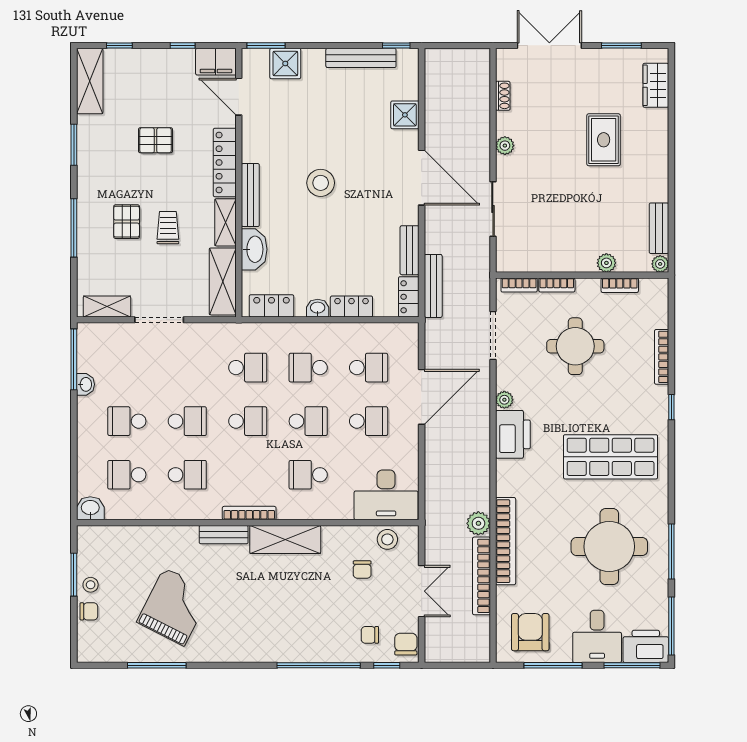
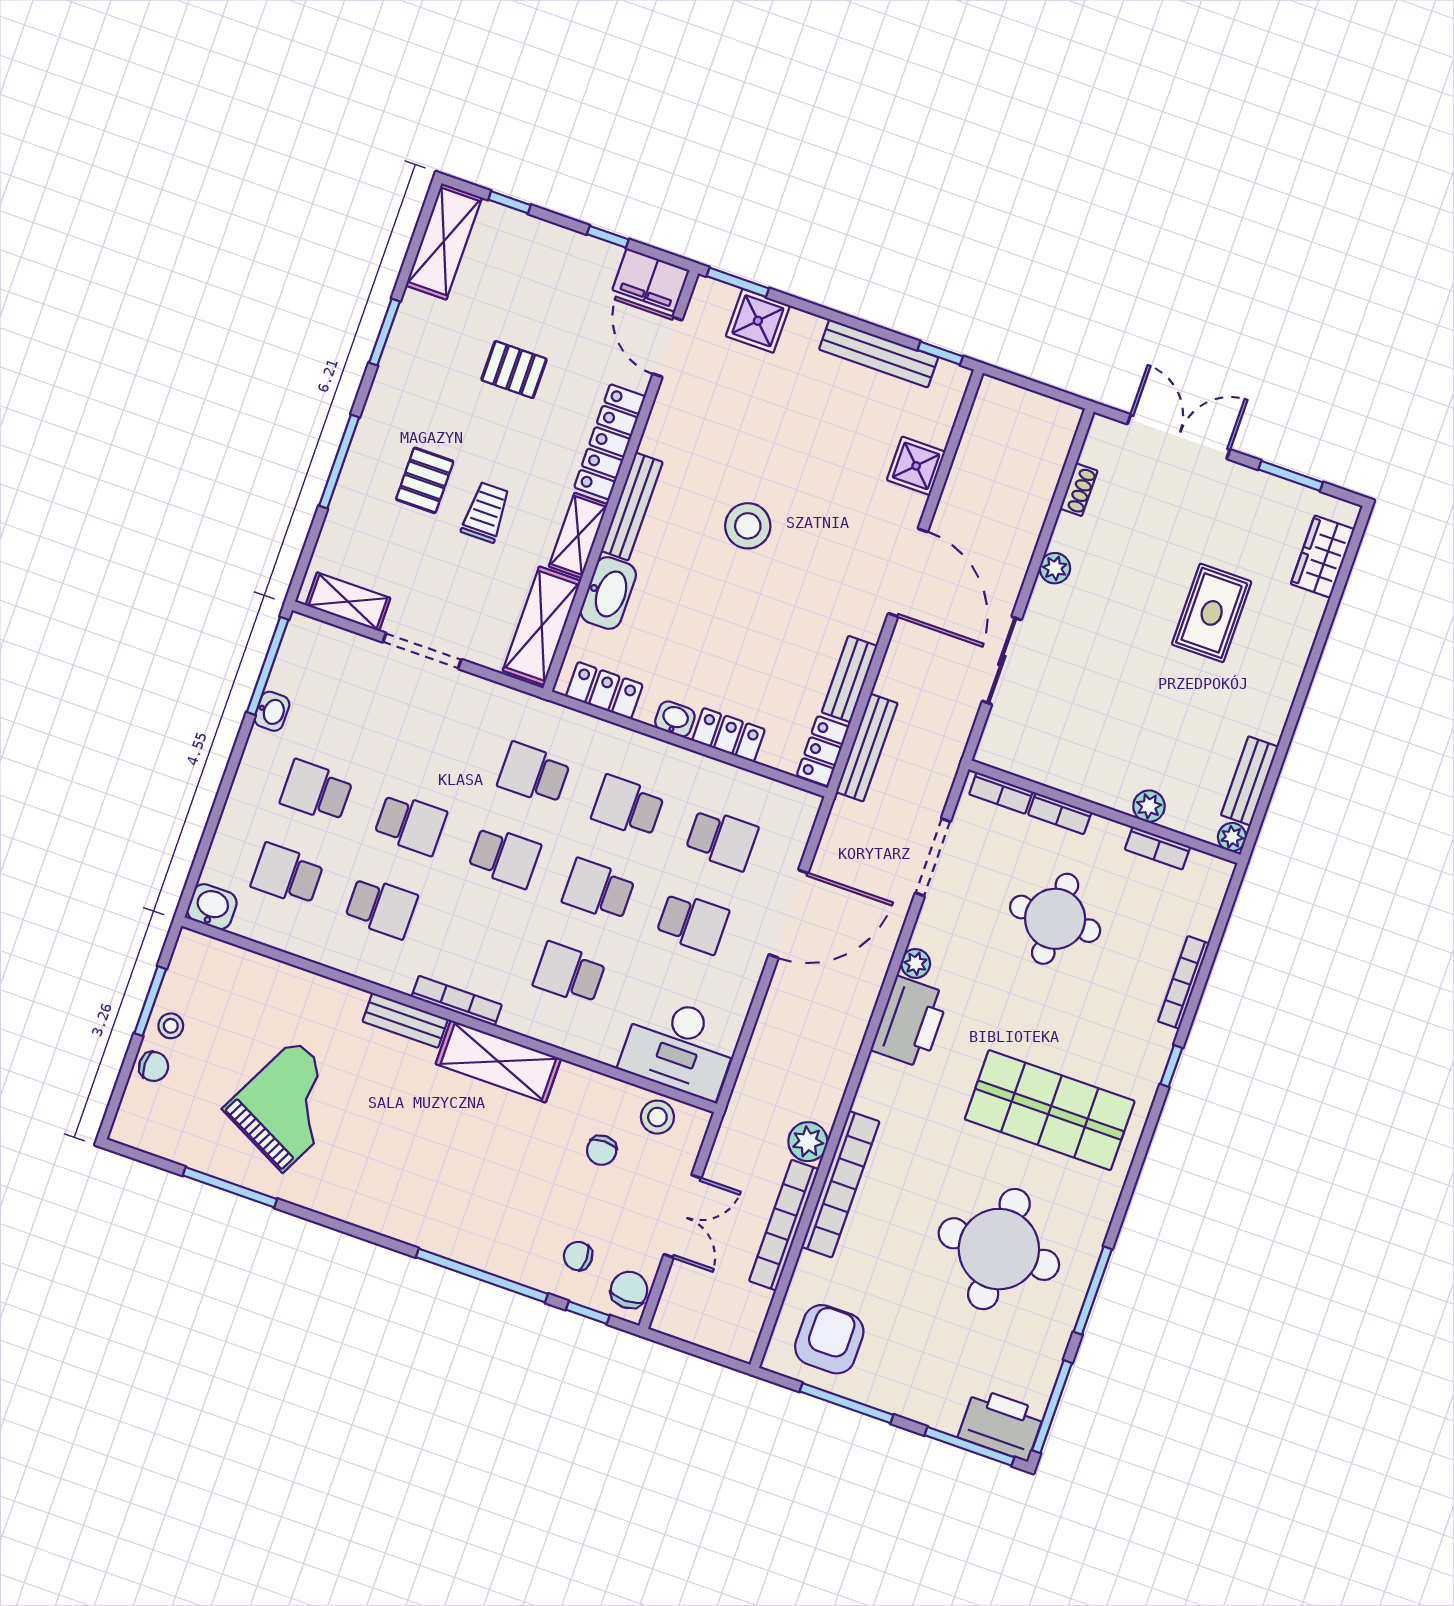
school desk: (248, 368) -> (534, 773), turned 180
school desk: (308, 421) -> (599, 890), turned 180
desk: (597, 636) -> (931, 1382), removed

